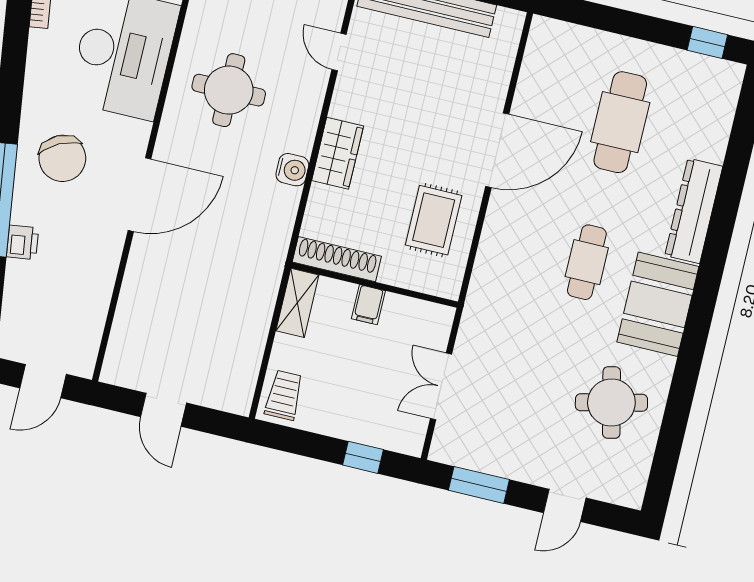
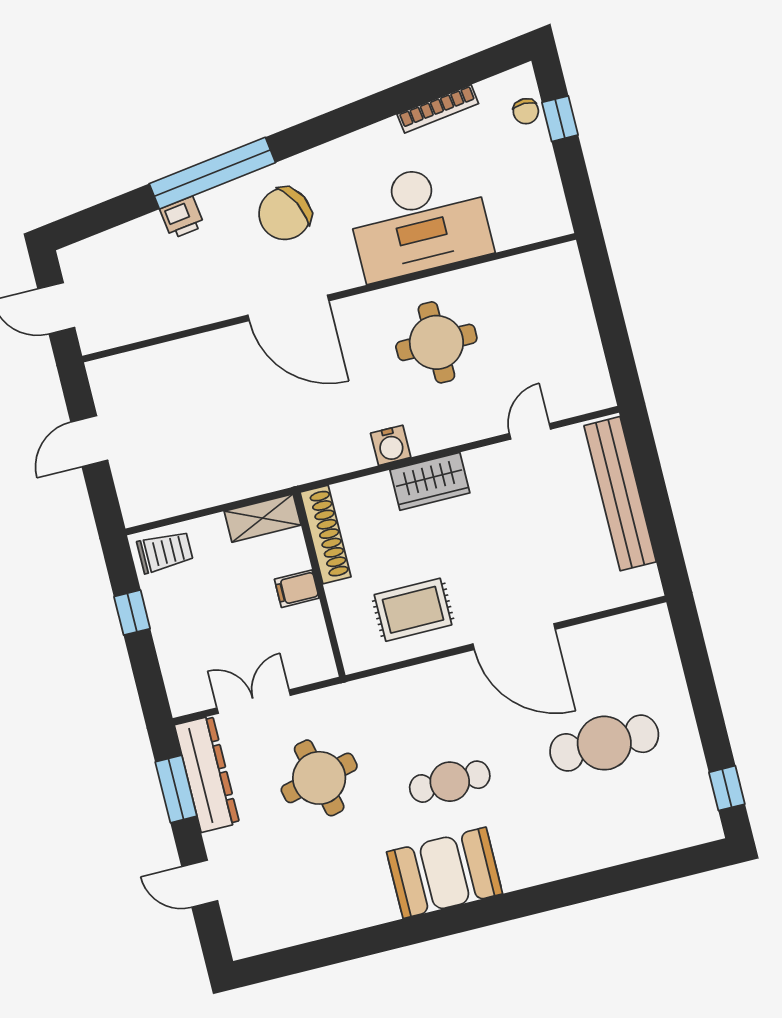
dresser: (694, 211) -> (207, 774), moved, turned 90
round table: (611, 403) -> (319, 778), moved
window: (363, 457) -> (132, 613), moved

